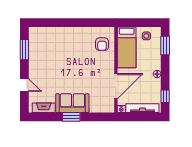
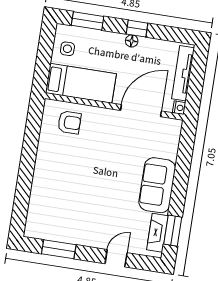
door: (116, 86) -> (141, 111), hinge flipped
window: (165, 96) -> (137, 29), moved
window: (71, 117) -> (173, 231), moved

